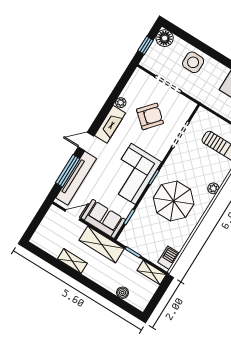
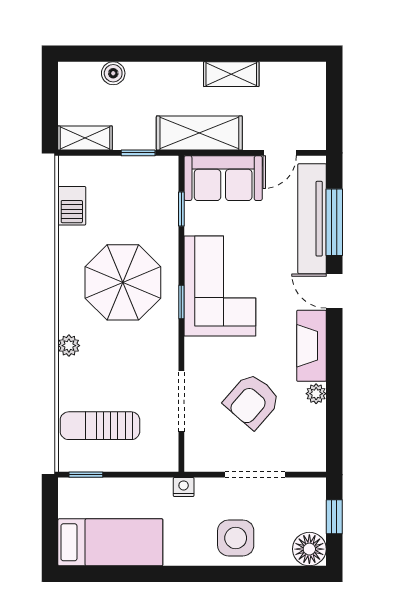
nightstand: (202, 98) -> (184, 487), added
door: (86, 141) -> (334, 291), swing flipped
barbecue: (169, 258) -> (72, 206), moved

